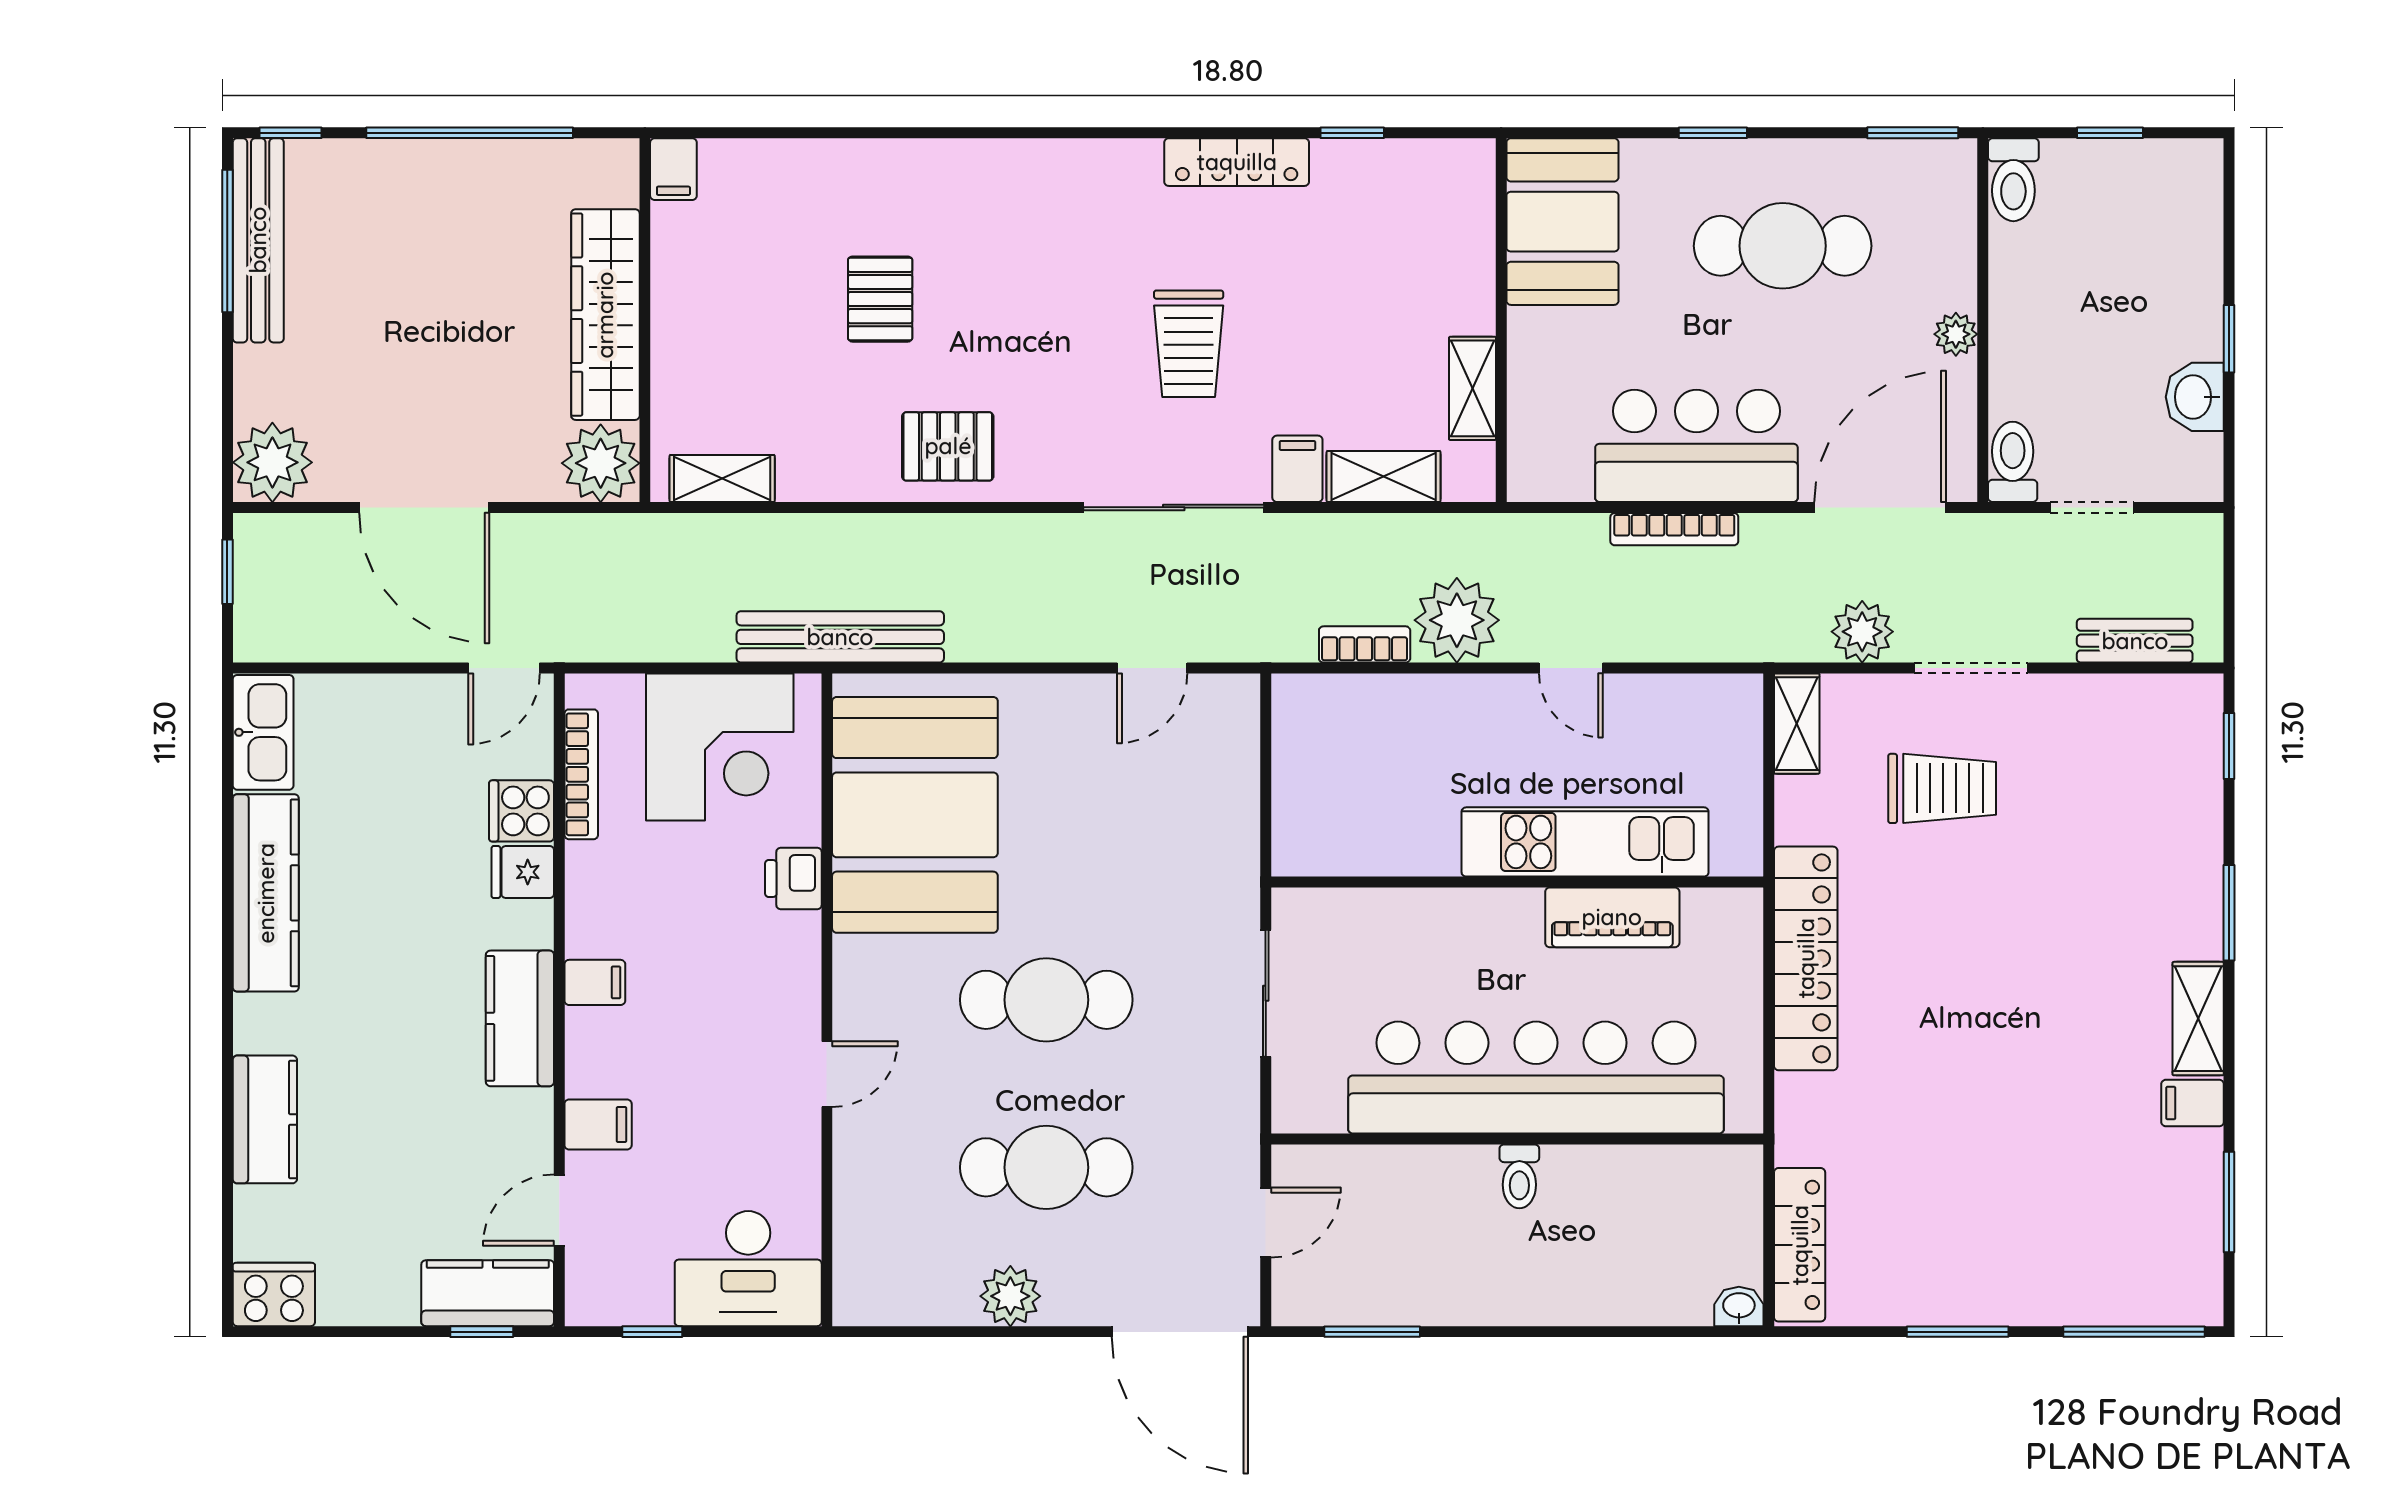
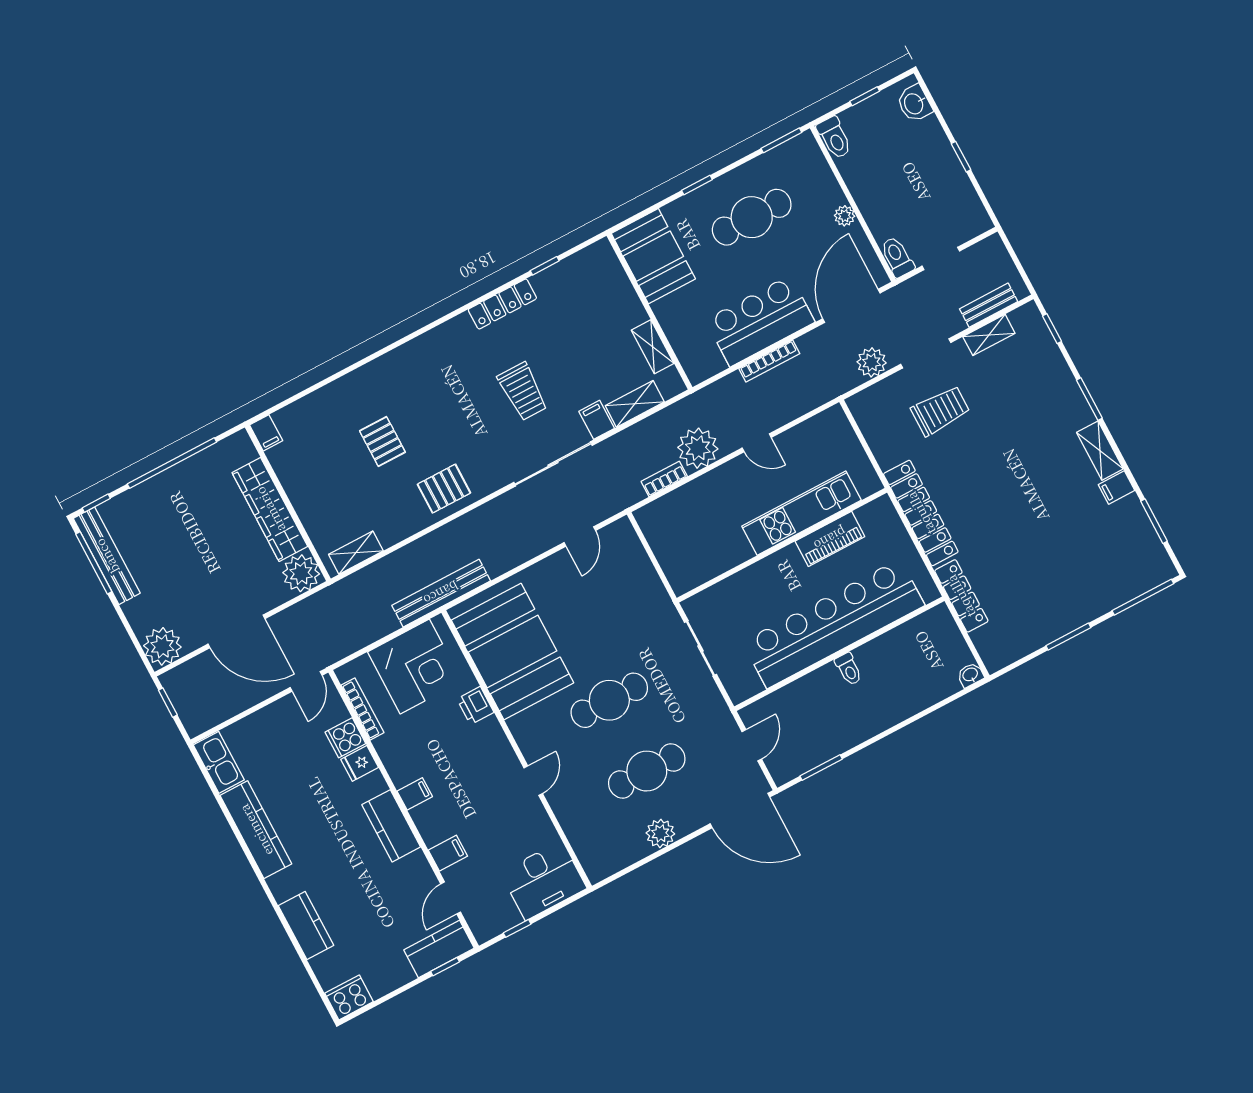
washbasin: (2195, 397) -> (914, 103), moved
shelving: (1797, 724) -> (989, 335), moved, turned 90
locker: (1800, 1245) -> (961, 596), moved

